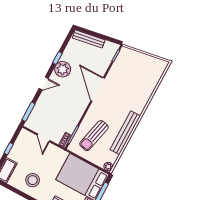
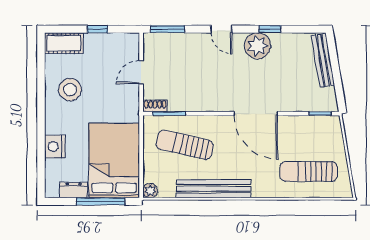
sun lounger: (143, 78) -> (309, 171), added
door: (98, 89) -> (256, 114), swing flipped

